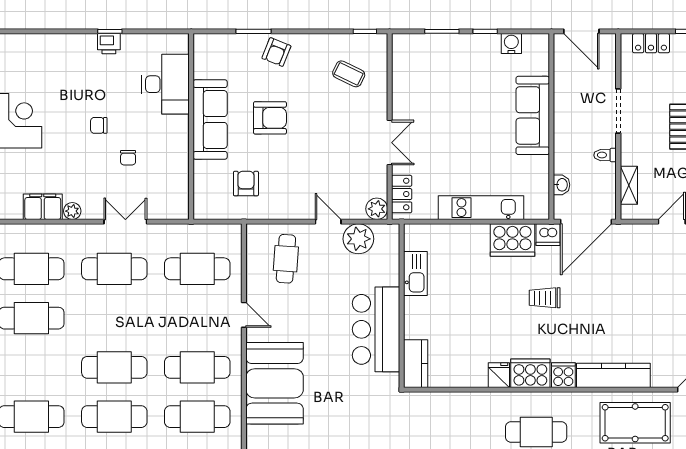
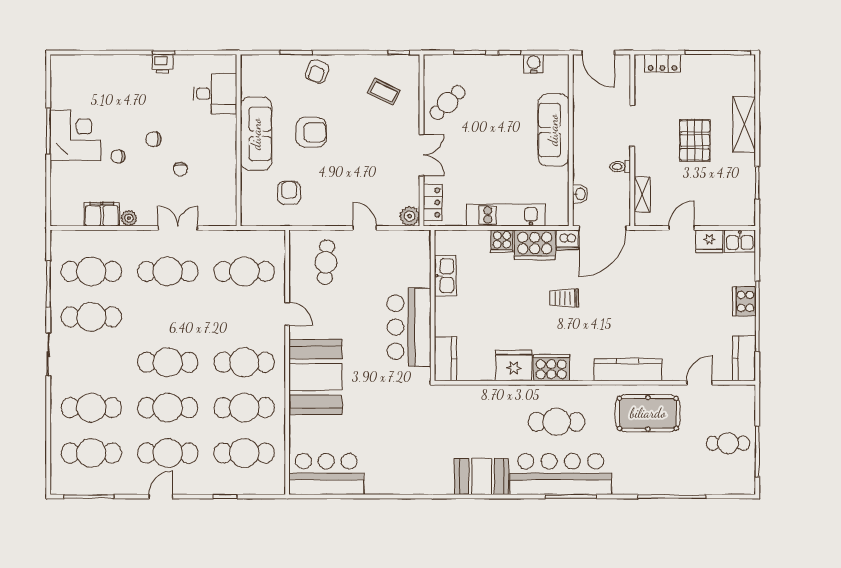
desk: (166, 84) -> (215, 94), width x0.73
cafe table: (418, 86) -> (448, 103), added
chair: (60, 144) -> (118, 156), added
plant: (358, 239) -> (393, 244), removed
fridge: (499, 375) -> (514, 366), width x1.88, depth x1.34
cooker: (563, 375) -> (502, 241), moved, turned 180

